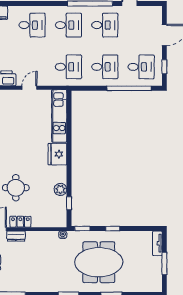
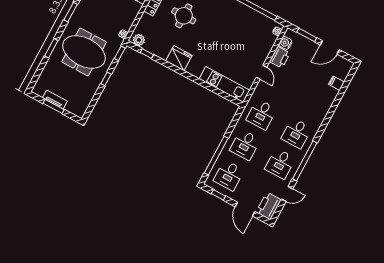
printer: (150, 15) -> (269, 206), added
desk: (32, 25) -> (313, 103), removed
fridge: (57, 154) -> (179, 58), moved
plant: (60, 189) -> (139, 40), moved
tv unit: (157, 243) -> (55, 99), moved
meeting table: (99, 262) -> (84, 52), turned 90

